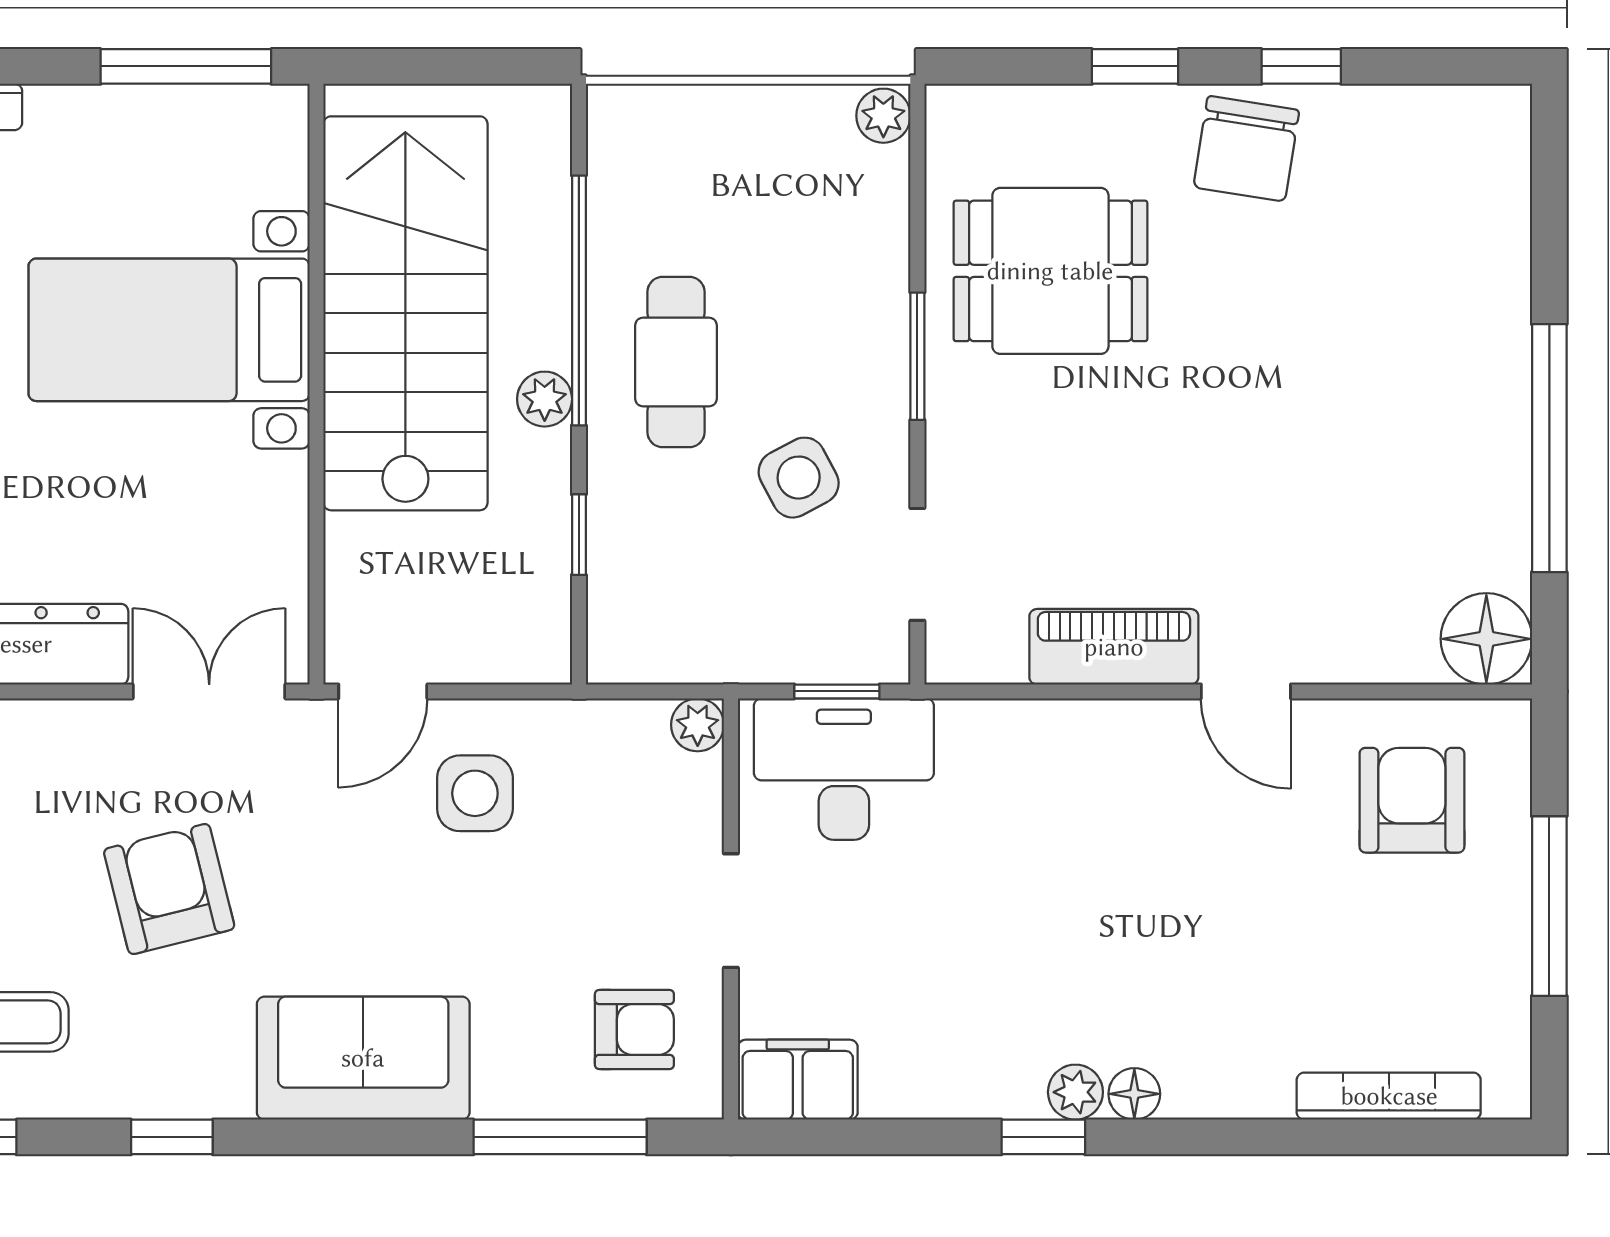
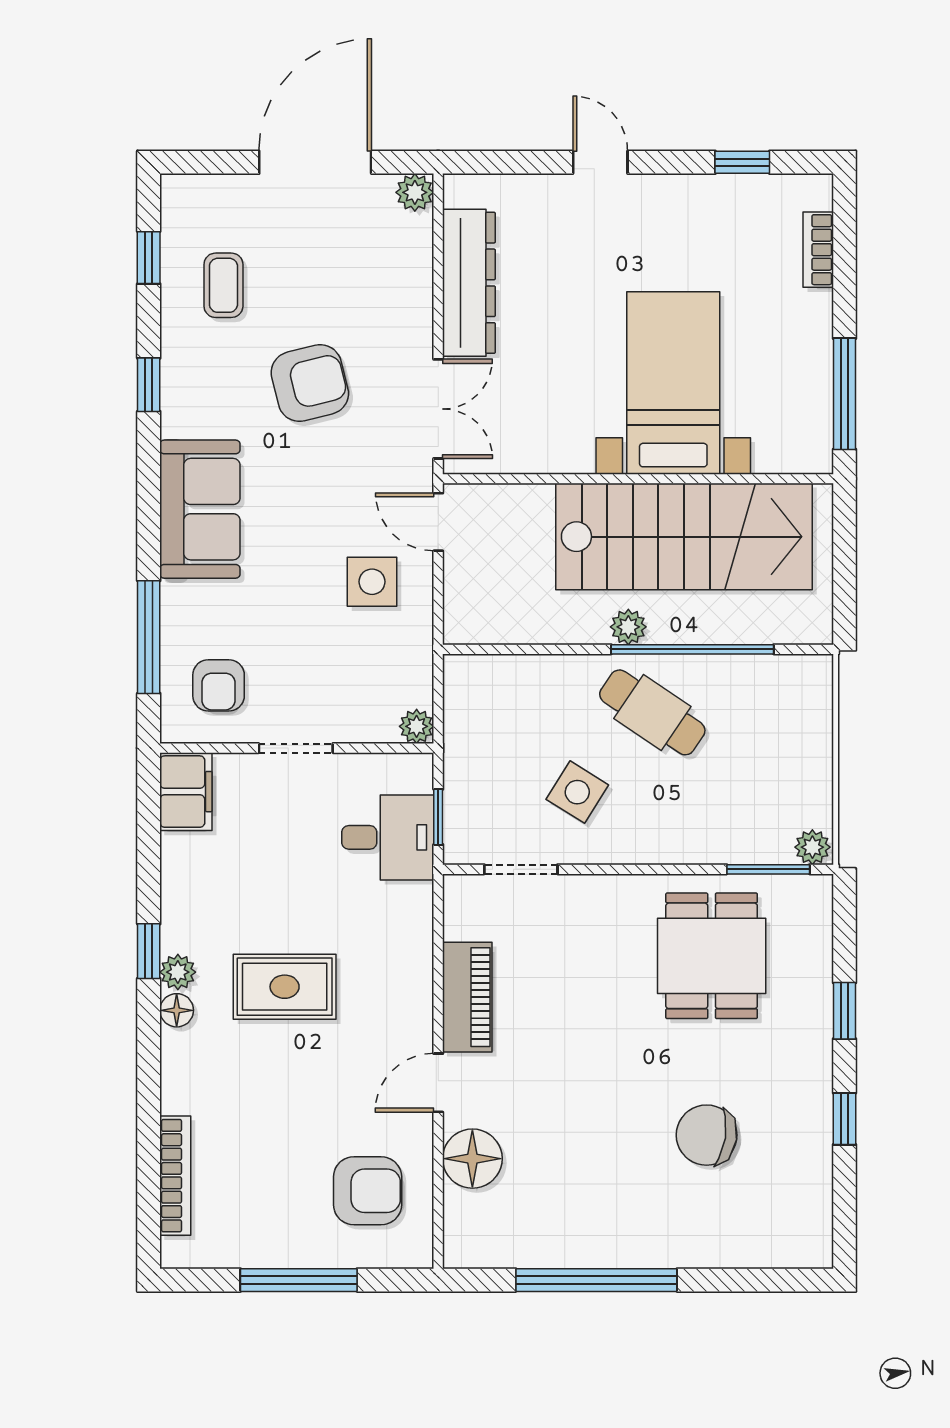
chair: (1246, 149) -> (707, 1135), moved
window: (917, 356) -> (768, 869), moved
cafe table: (676, 362) -> (652, 712), turned 34
side table: (799, 478) -> (577, 792), turned -30
window: (579, 535) -> (540, 649), removed
floor lamp: (1486, 639) -> (472, 1159), moved
desk: (844, 769) -> (388, 837), width x0.73
rug: (1098, 928) -> (285, 987), added

